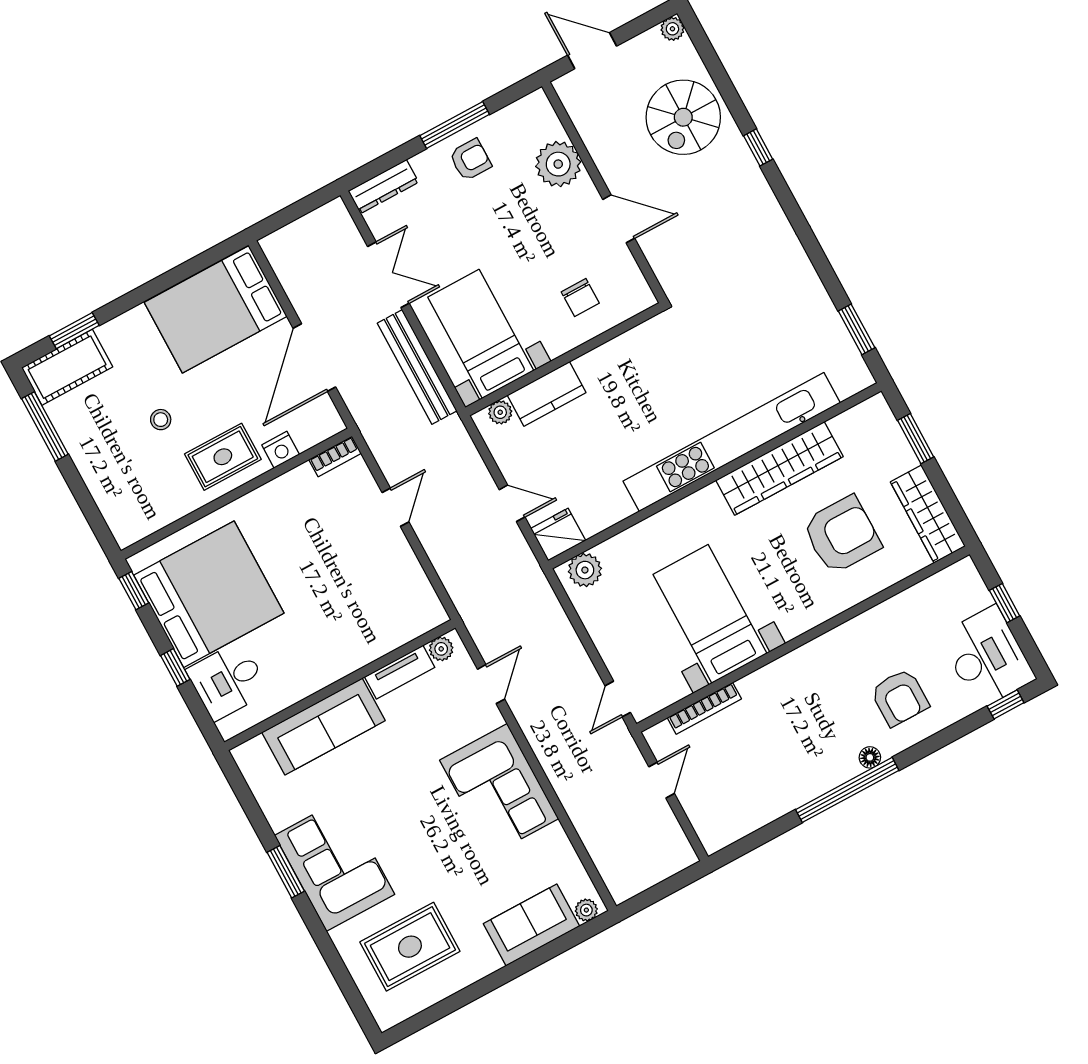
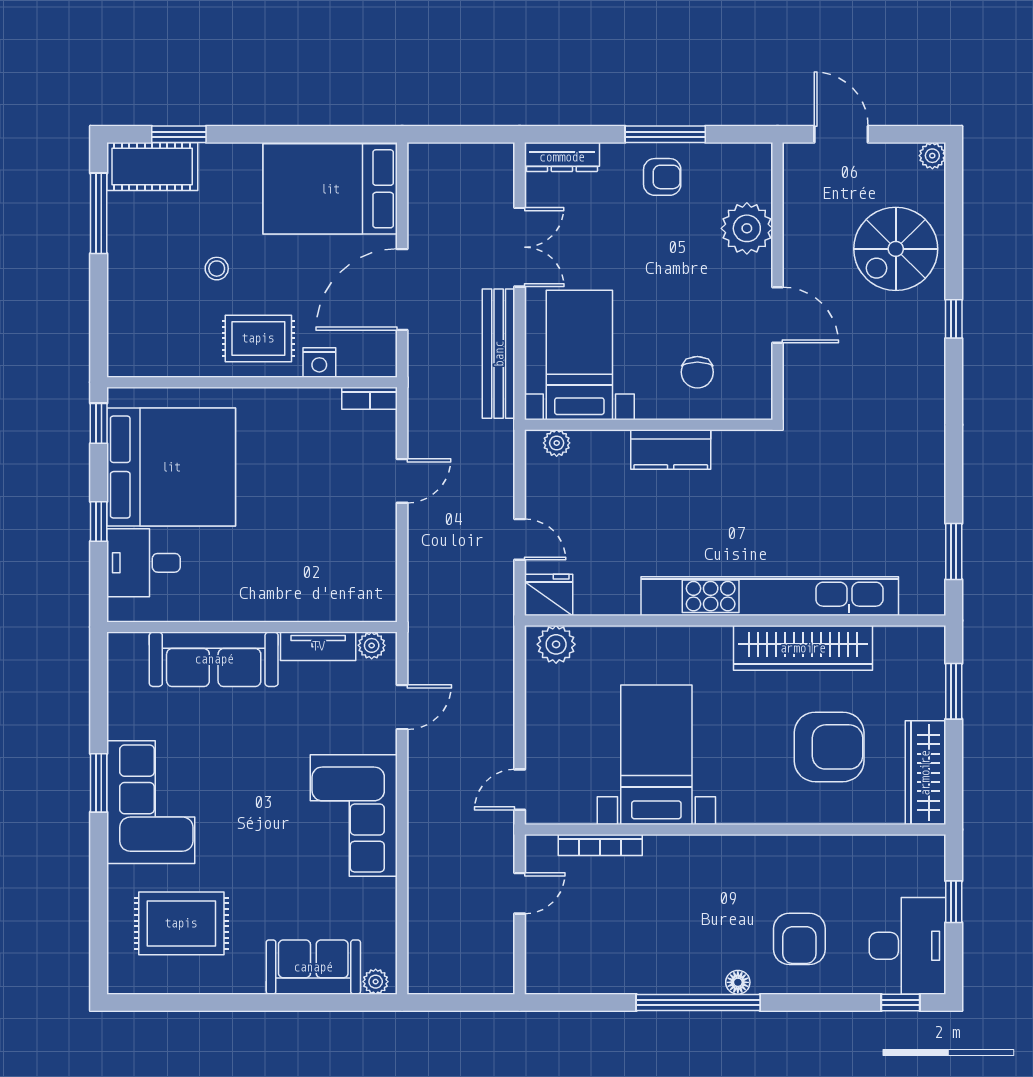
kitchen counter: (547, 394) -> (671, 450), moved

